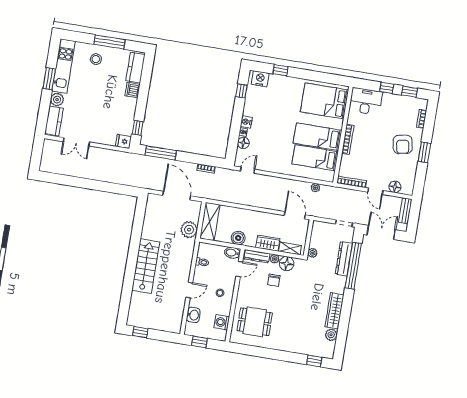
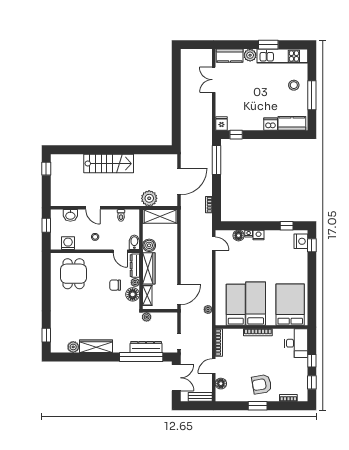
window: (280, 70) -> (312, 245), moved
wardrobe: (268, 243) -> (149, 268), width x1.50

